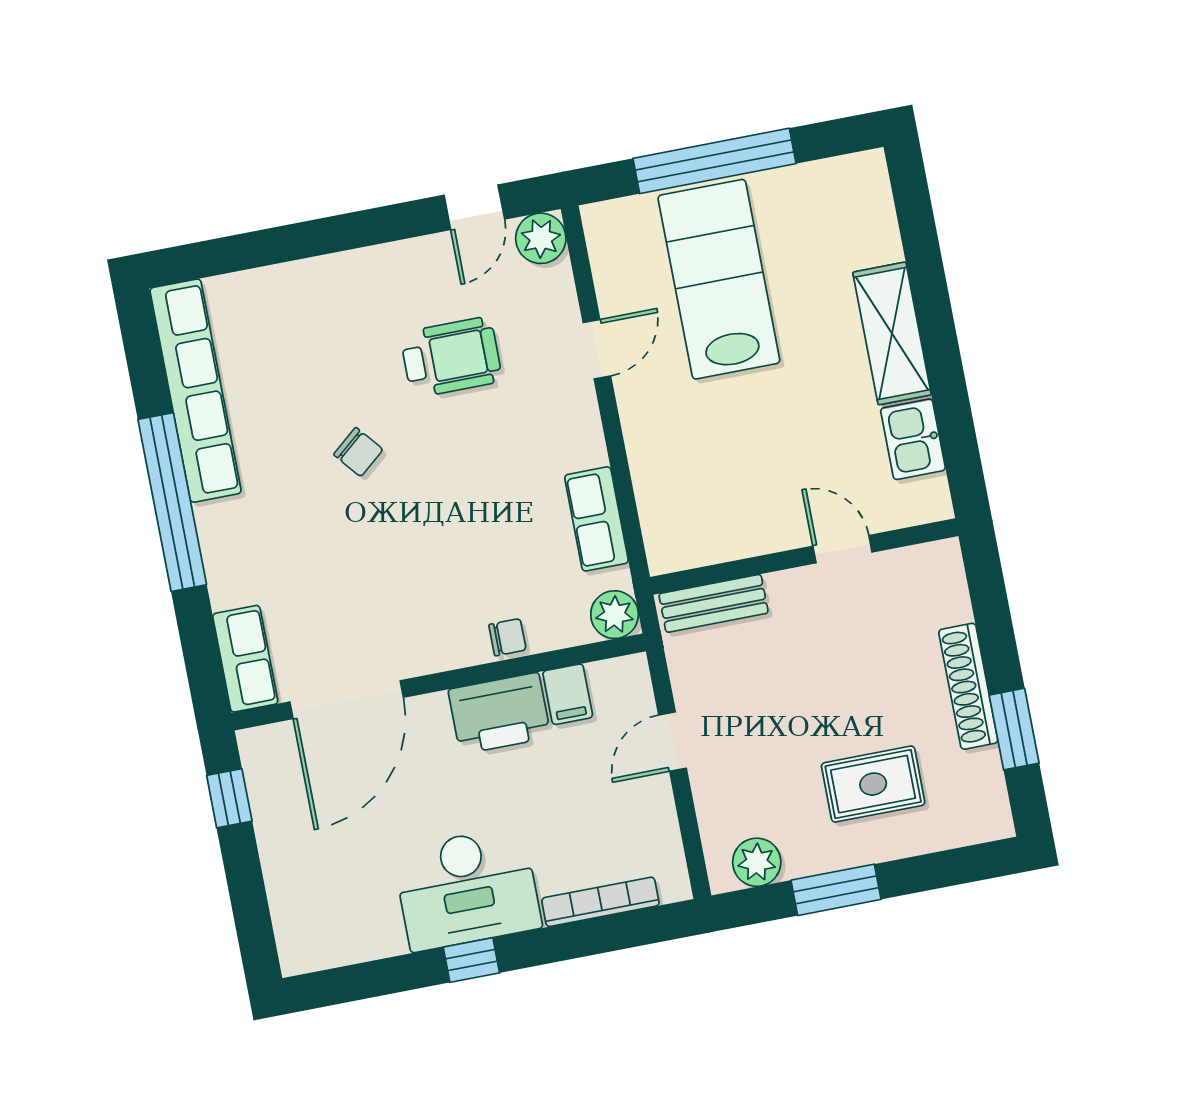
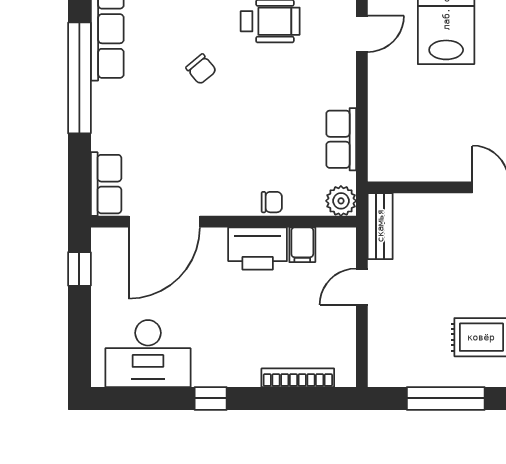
bench: (714, 603) -> (380, 226), moved, turned 90
plant: (757, 862) -> (400, 372), removed
desk: (467, 889) -> (148, 354), moved
window: (836, 890) -> (446, 398), width x1.44

